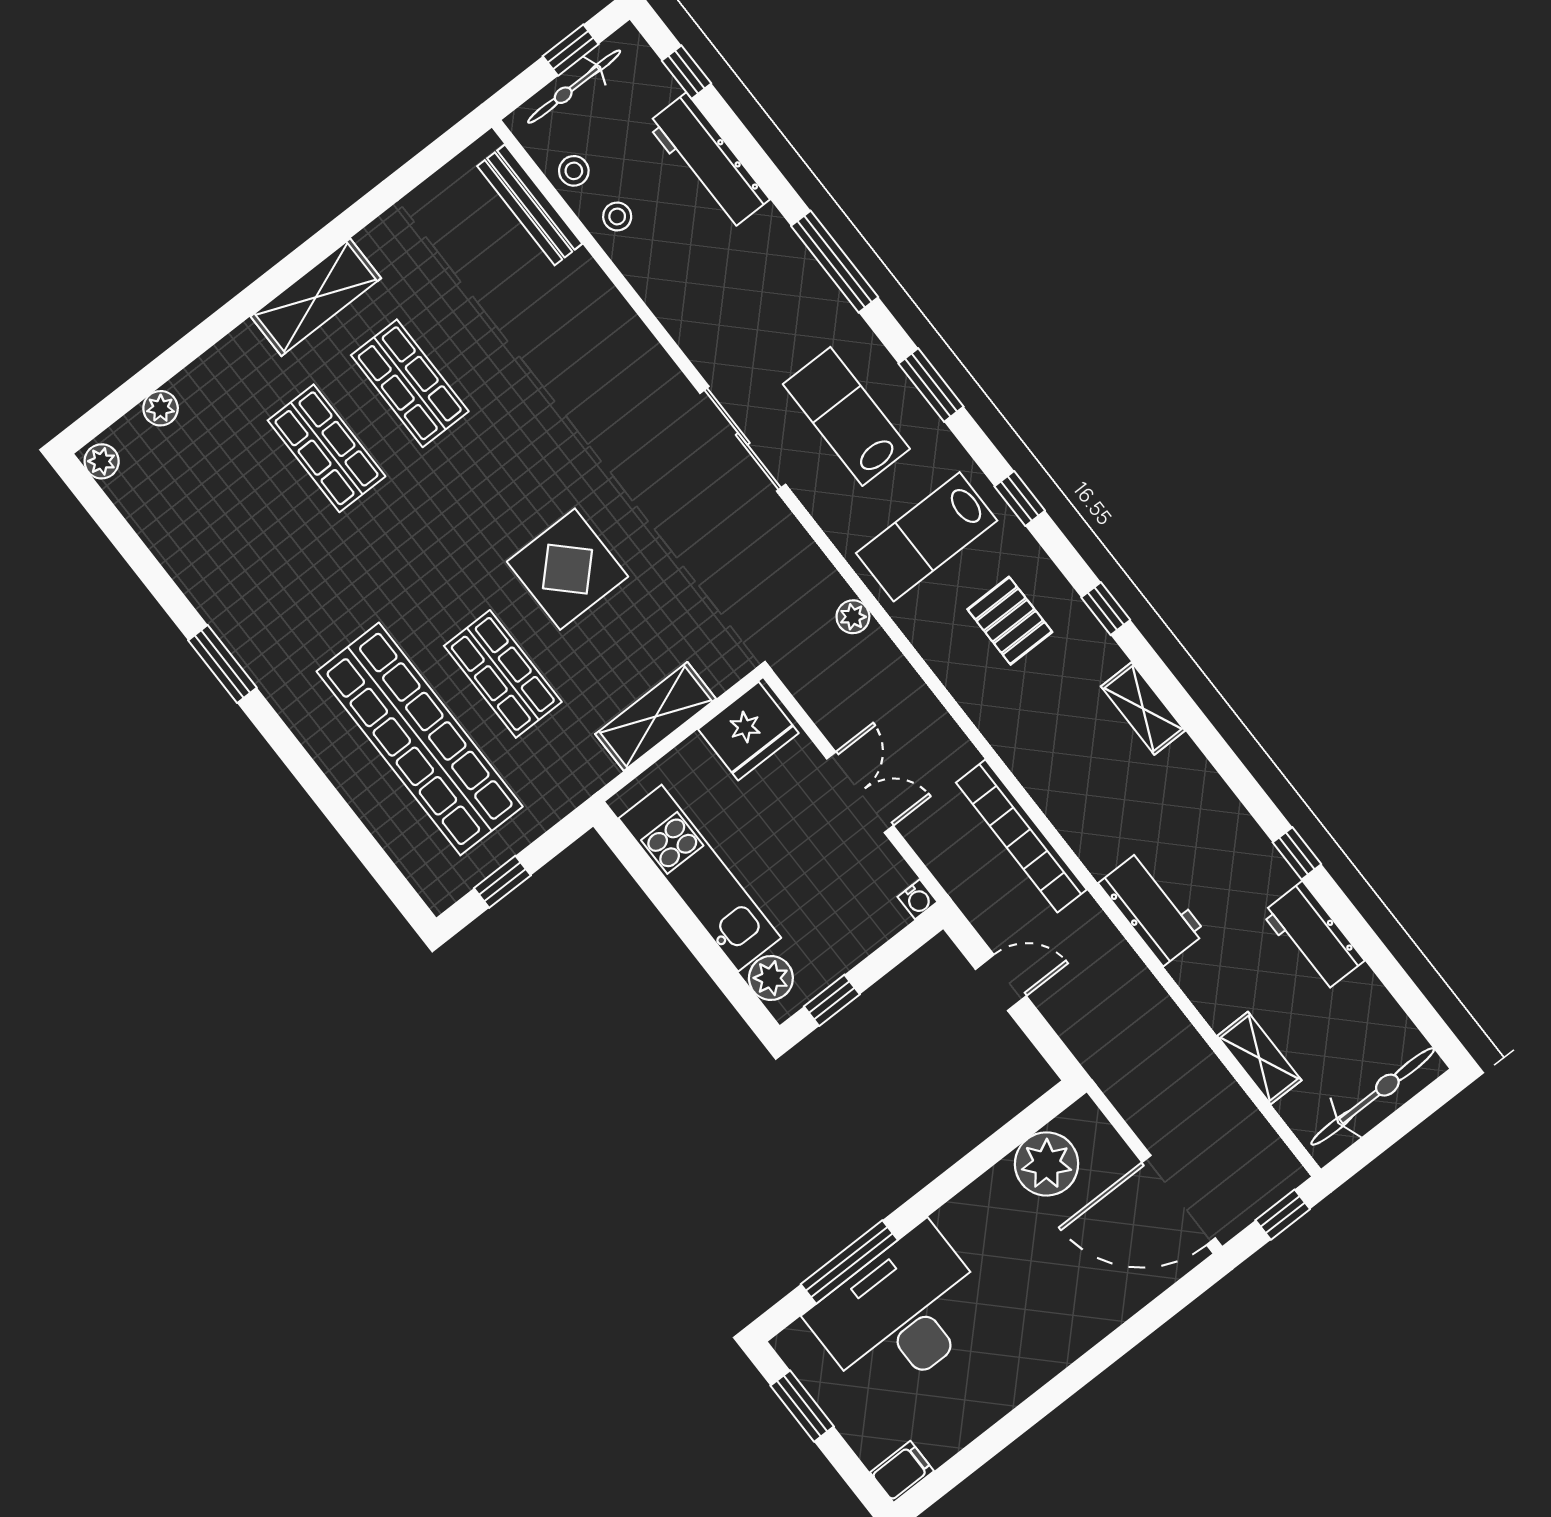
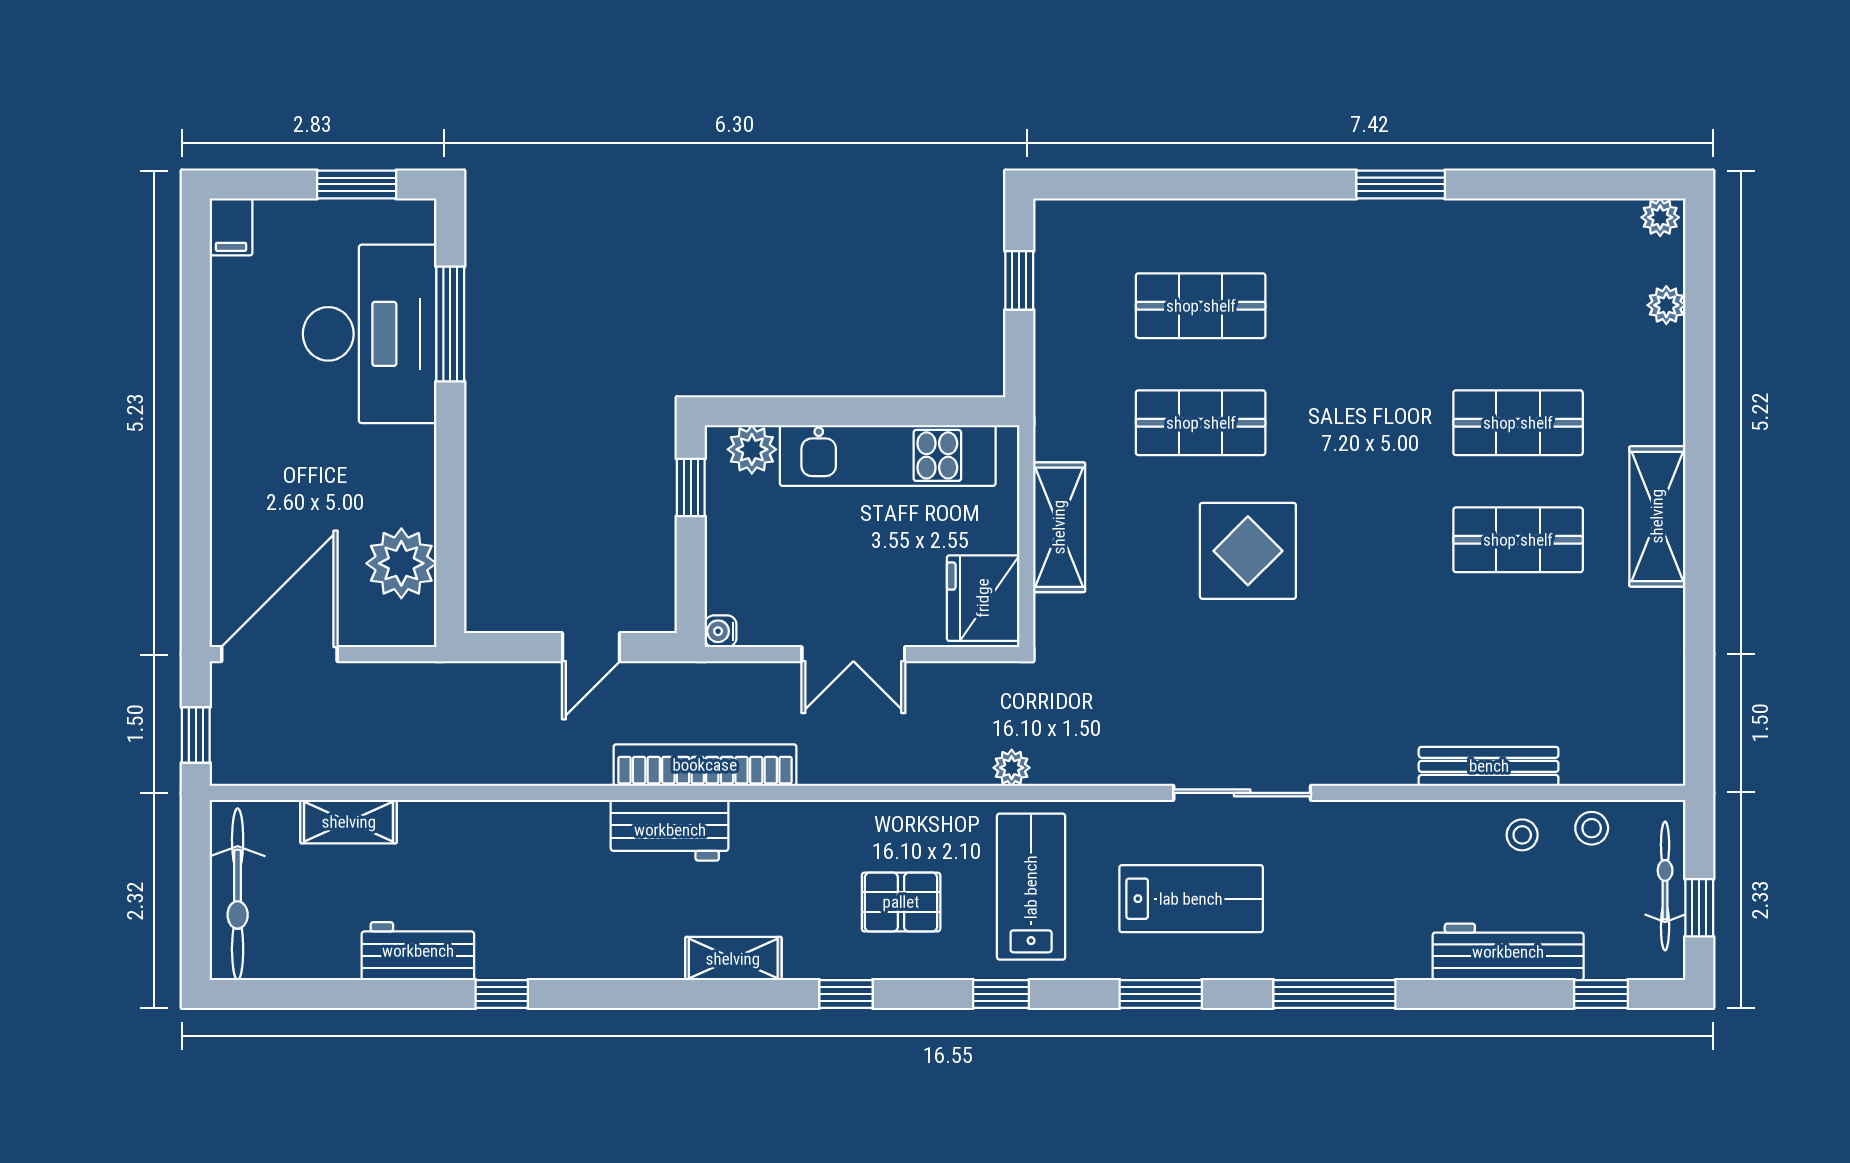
bench: (530, 205) -> (1489, 766), moved
shop shelf: (420, 739) -> (1201, 306), width x0.50, depth x0.74
workbench: (1152, 908) -> (670, 830), moved

